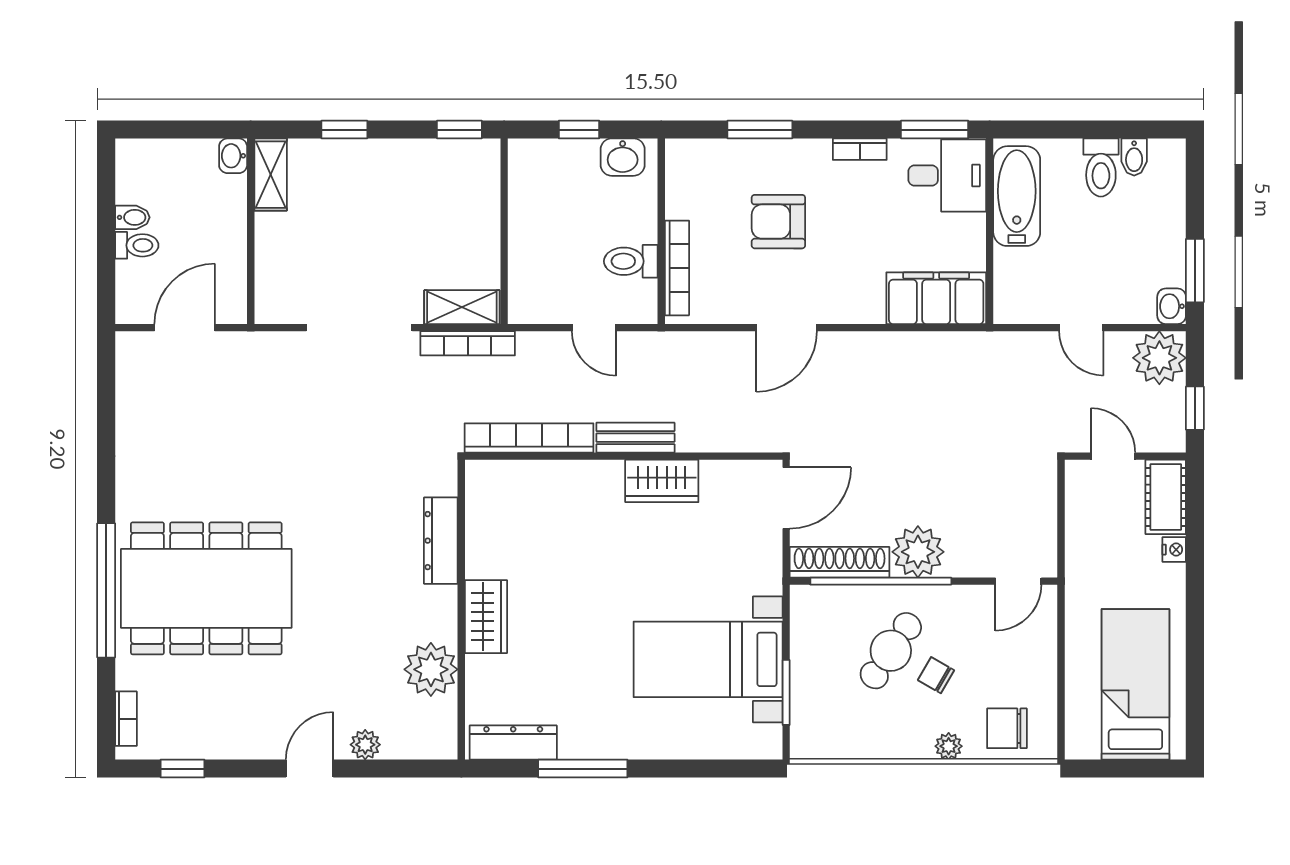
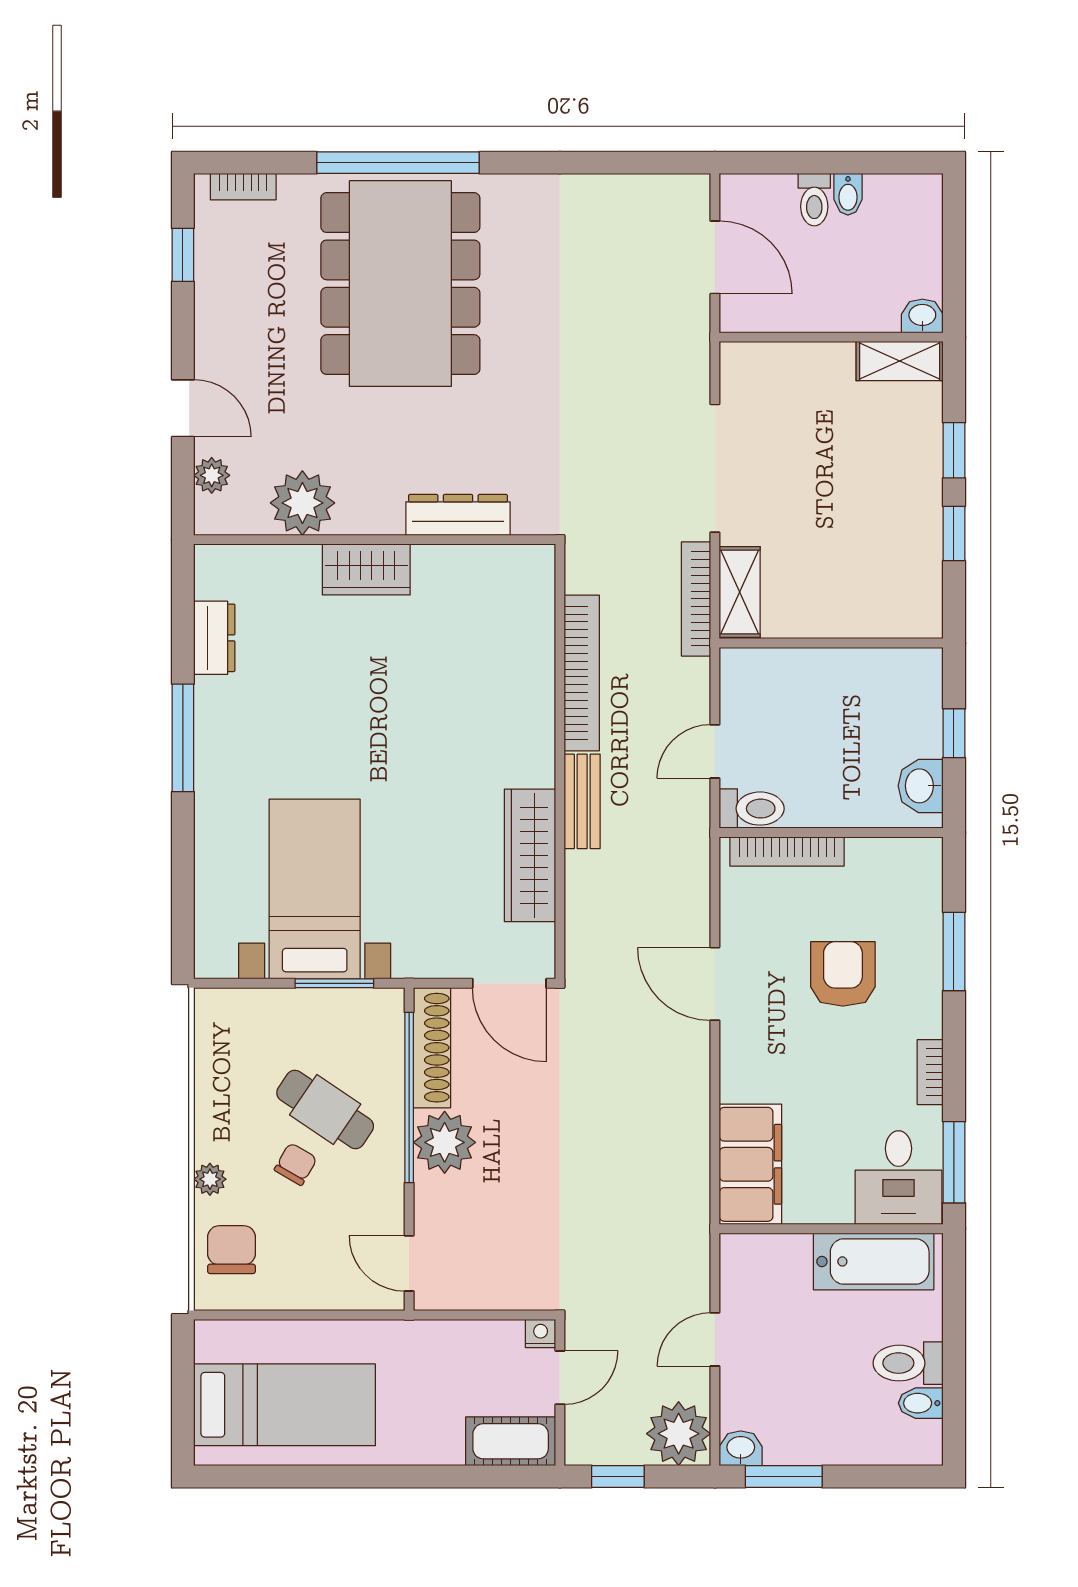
window: (459, 130) -> (954, 534), moved
toilet: (631, 261) -> (752, 809), moved, turned 90
wardrobe: (662, 481) -> (530, 855), width x1.50
dresser: (441, 541) -> (458, 515), moved
nightstand: (1174, 550) -> (541, 1333), moved, turned 180
wall: (461, 610) -> (375, 540), moved
wardrobe: (486, 617) -> (366, 569), moved
plant: (431, 669) -> (302, 503), moved
window: (786, 692) -> (334, 983), moved
dresser: (513, 743) -> (214, 638), width x0.70

